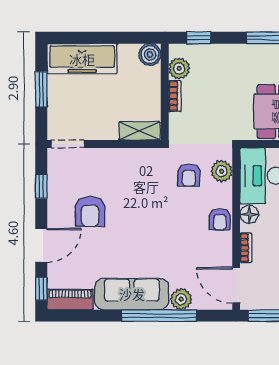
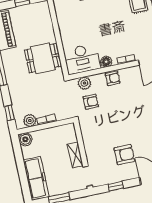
shelving: (140, 131) -> (75, 155), moved

